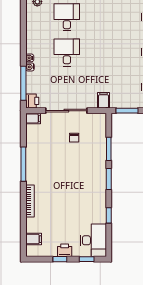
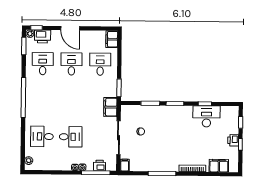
desk: (67, 52) -> (71, 137), turned 180
filing cabinet: (103, 100) -> (110, 107), width x2.00
printer: (32, 101) -> (99, 165), moved
filing cabinet: (34, 239) -> (219, 166), width x2.00
desk: (93, 240) -> (206, 116), moved

